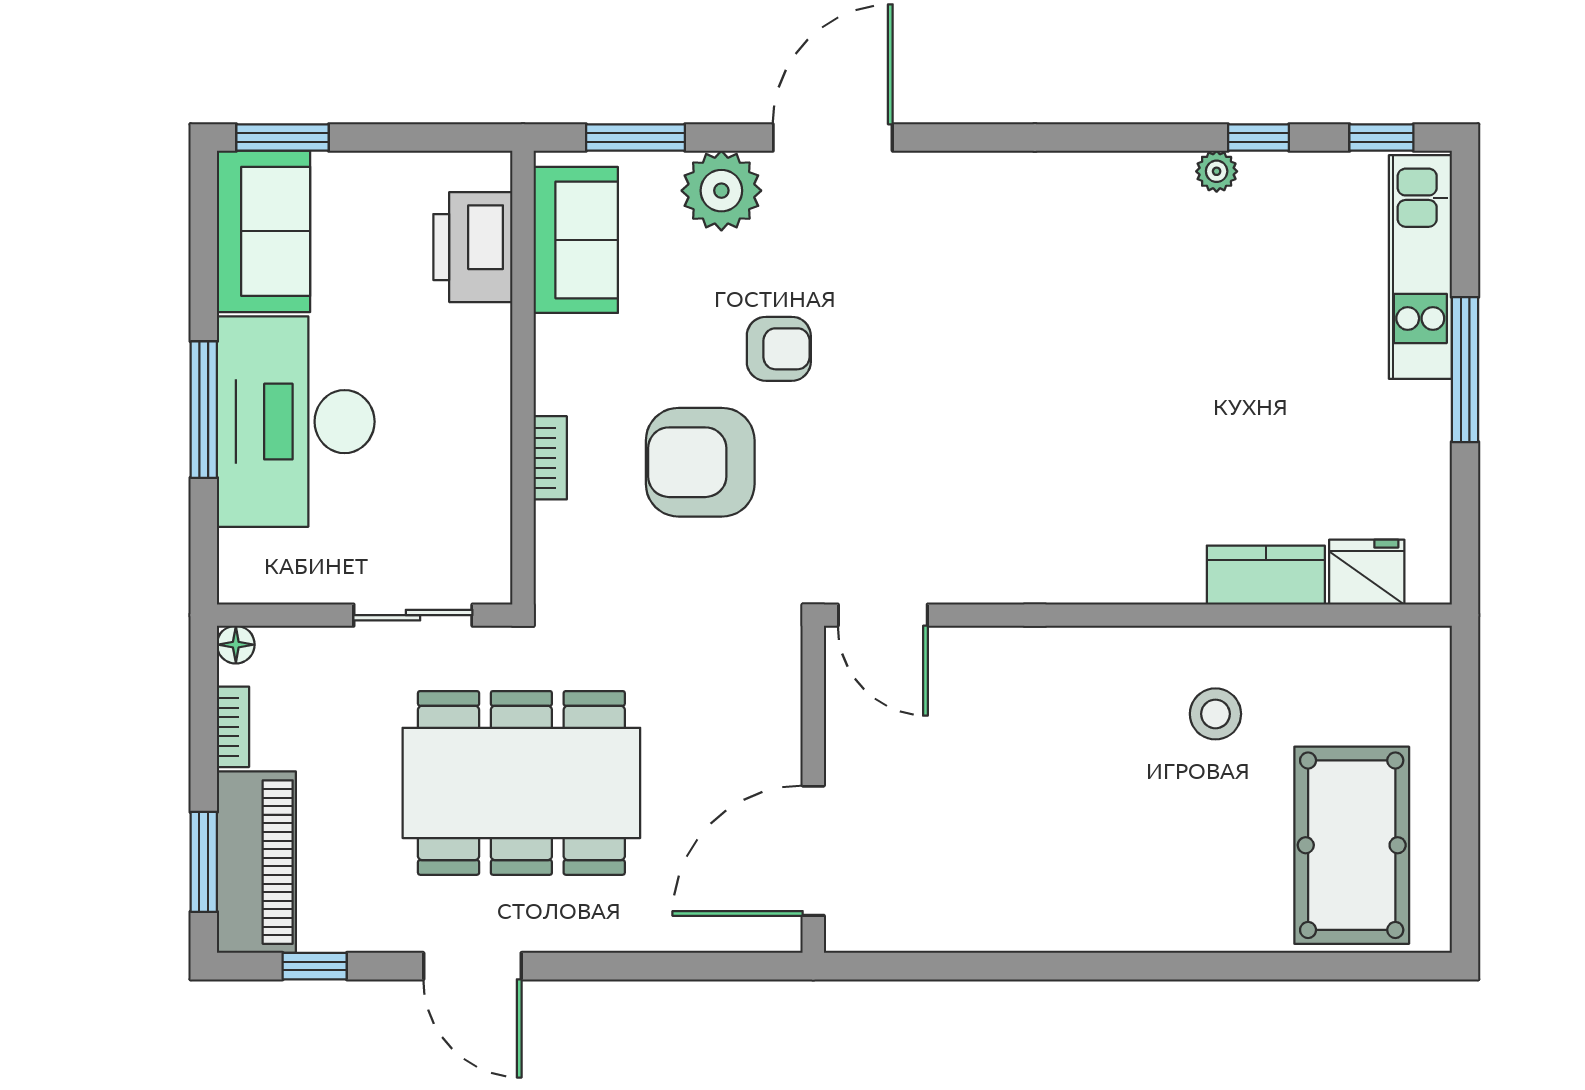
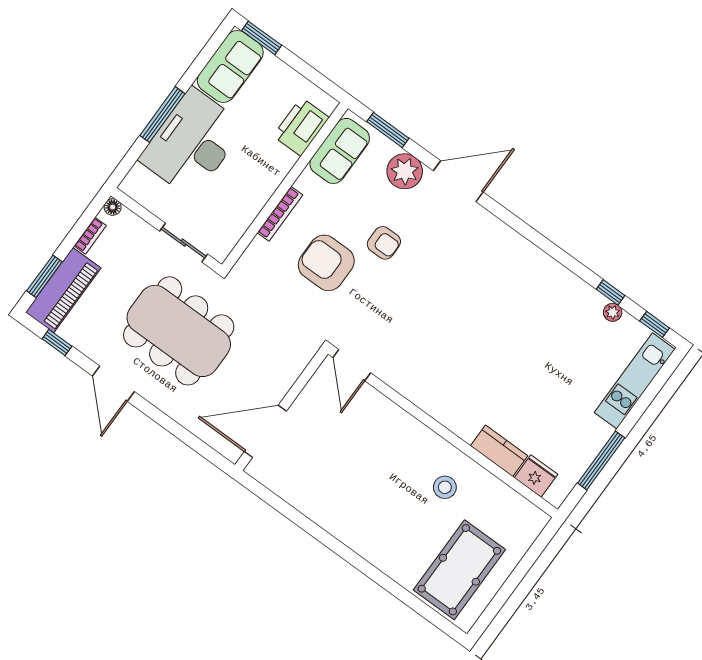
plant: (1217, 171) -> (613, 312), moved
window: (1465, 370) -> (601, 460), moved
bookcase: (550, 458) -> (280, 214), width x1.56

